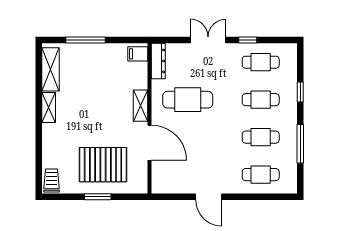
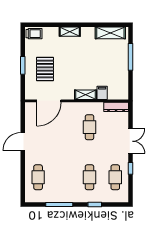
filing cabinet: (138, 54) -> (102, 93), moved
cafe table: (188, 100) -> (90, 127), width x0.73, depth x0.74
shelving: (49, 108) -> (70, 32), moved
cafe table: (261, 137) -> (64, 177), removed
door: (149, 143) -> (49, 101), moved
pallet: (103, 165) -> (45, 69), width x0.73, depth x0.71

